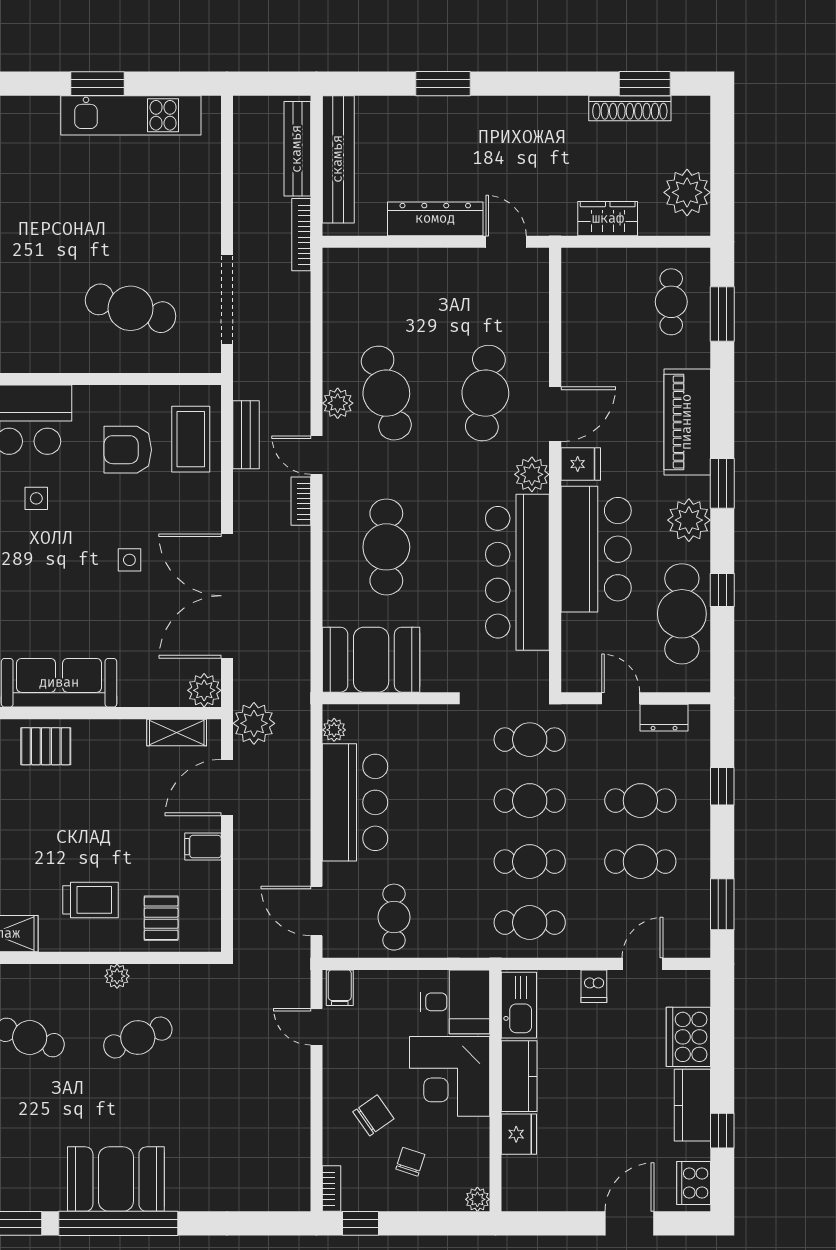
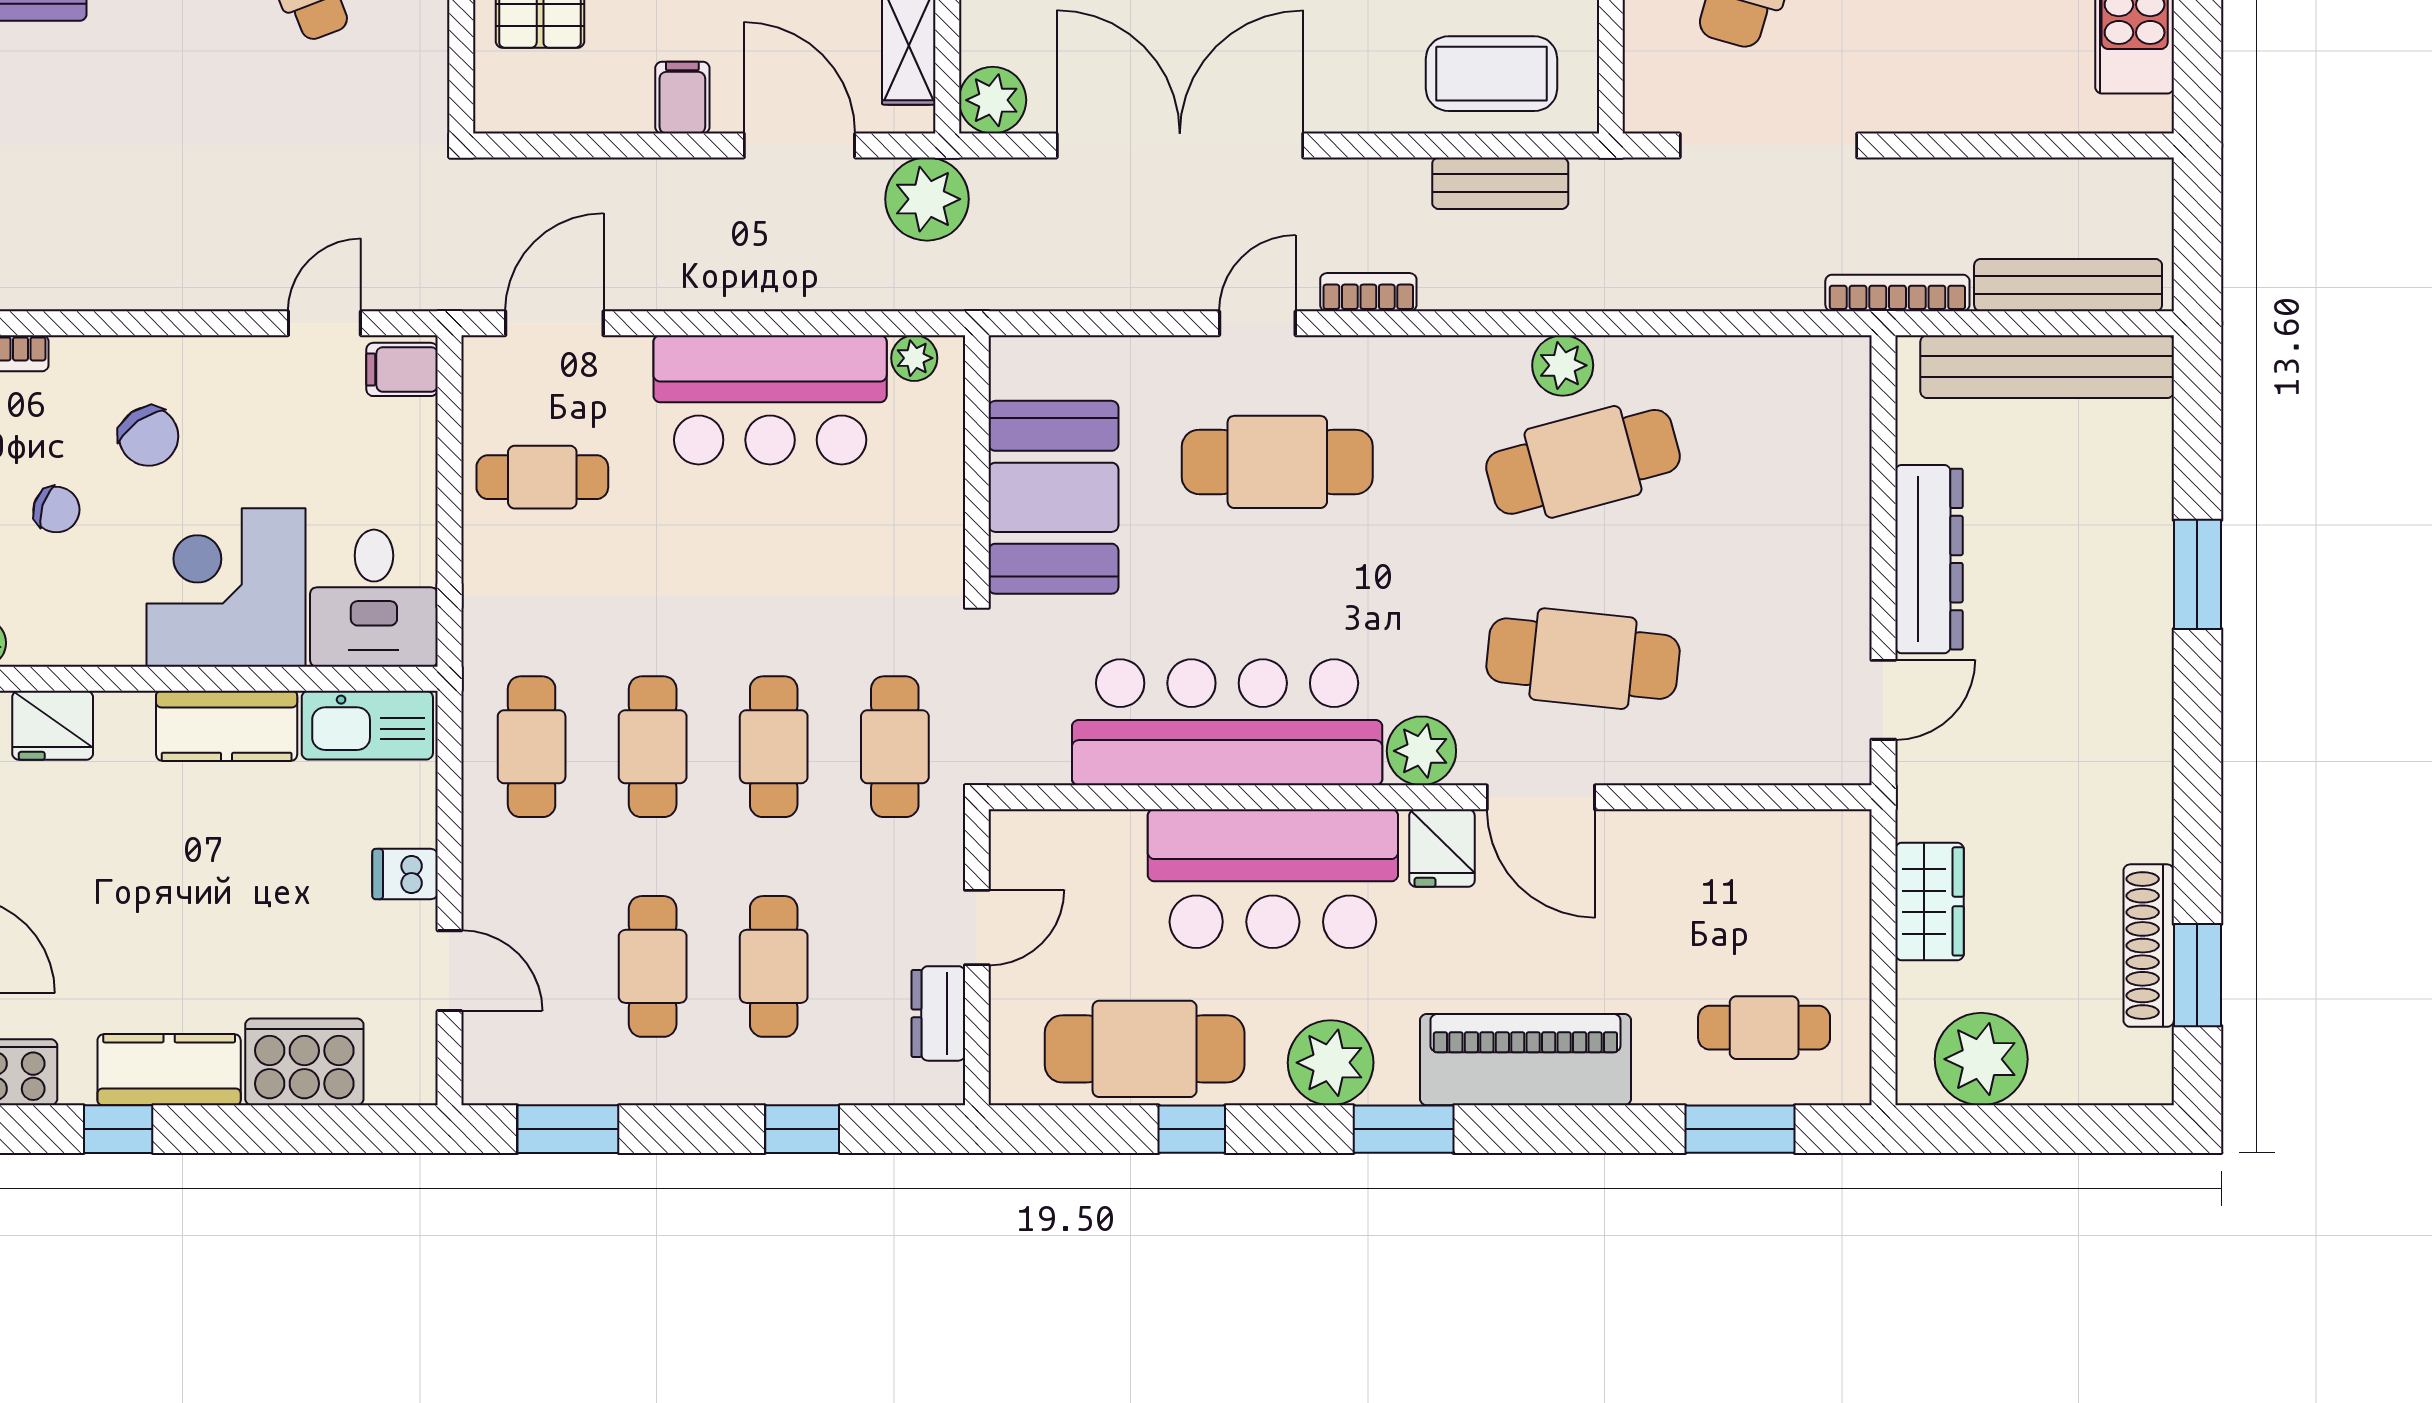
door: (316, 455) -> (1257, 323), moved
booth: (371, 660) -> (1053, 497), moved
fridge: (519, 1134) -> (53, 725), moved

